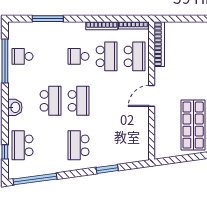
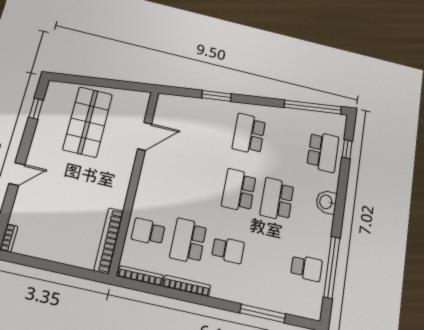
school desk: (135, 56) -> (148, 232), width x0.54
door: (152, 96) -> (145, 136), moved
school desk: (79, 145) -> (249, 134), turned 180

